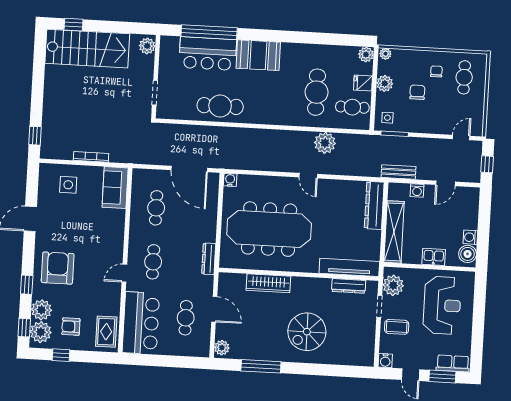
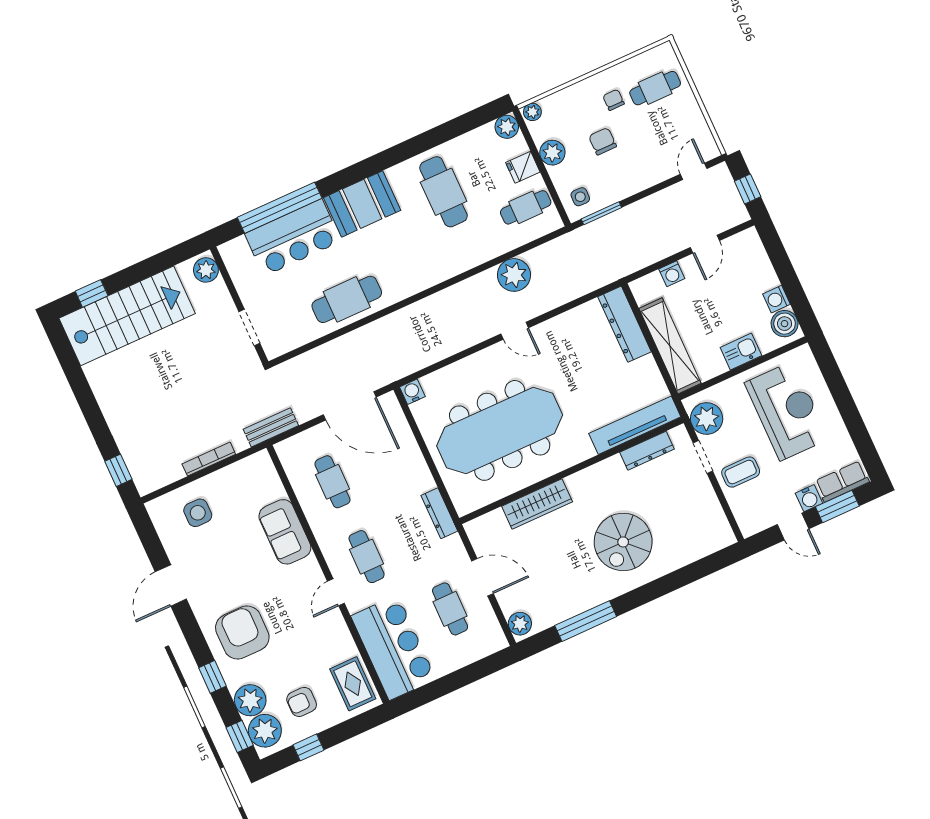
cafe table: (464, 77) -> (655, 88), turned 90
cafe table: (317, 92) -> (444, 192), moved
bench: (398, 172) -> (271, 427), moved
sofa: (115, 188) -> (285, 532), moved
water cooler: (385, 361) -> (809, 498), moved

